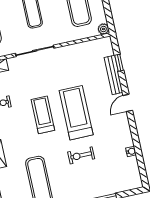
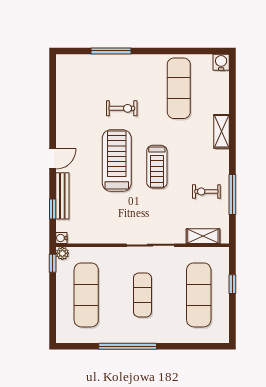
window: (110, 19) -> (53, 263), added
treadmill: (76, 113) -> (117, 161), turned 180
water cooler: (131, 151) -> (61, 238), moved

